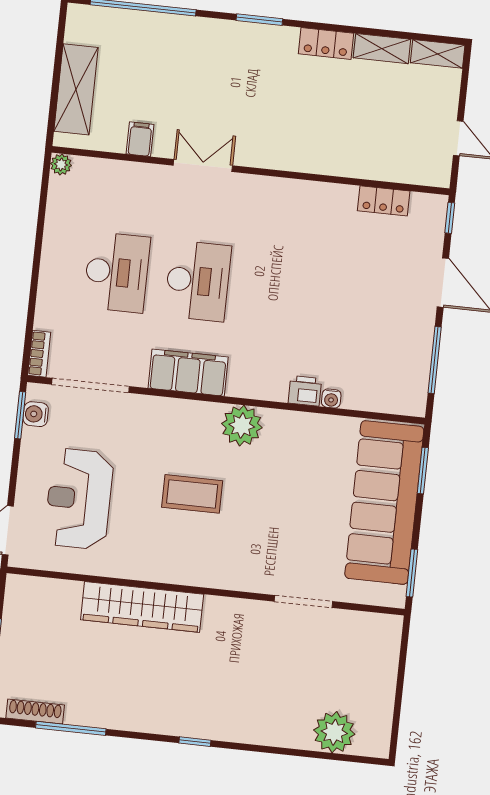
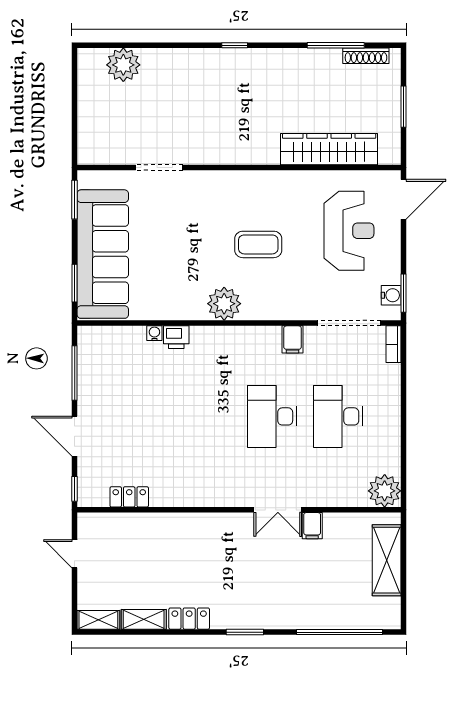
filing cabinet: (140, 139) -> (312, 526), moved
plant: (61, 164) -> (385, 491), width x1.87, depth x1.87
filing cabinet: (188, 373) -> (293, 339), width x0.33, depth x0.86
wardrobe: (142, 607) -> (329, 149), moved

